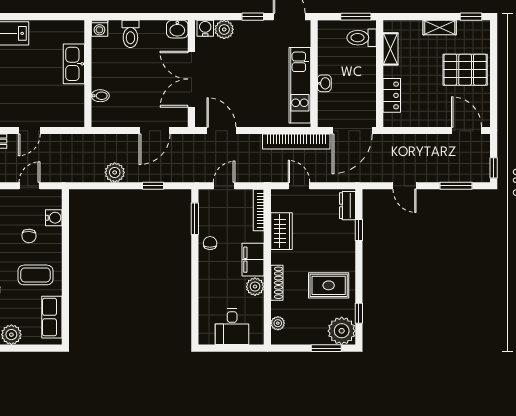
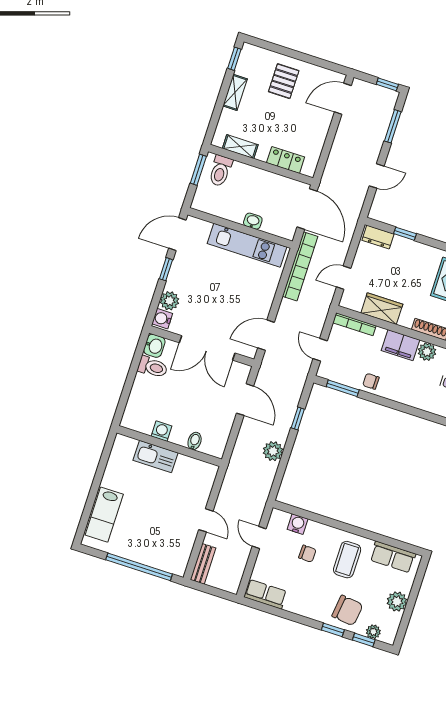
washing machine: (99, 28) -> (162, 431), moved, turned -90
toilet: (130, 34) -> (153, 367), moved
pallet: (465, 70) -> (284, 81), width x0.67, depth x0.71

